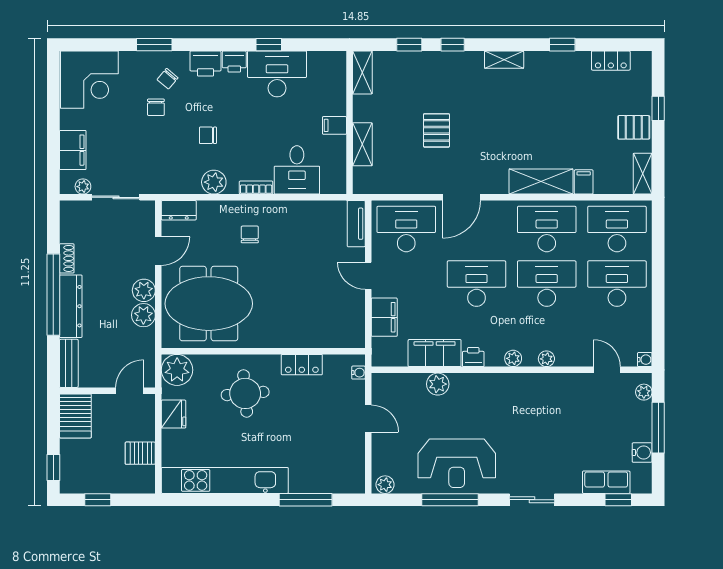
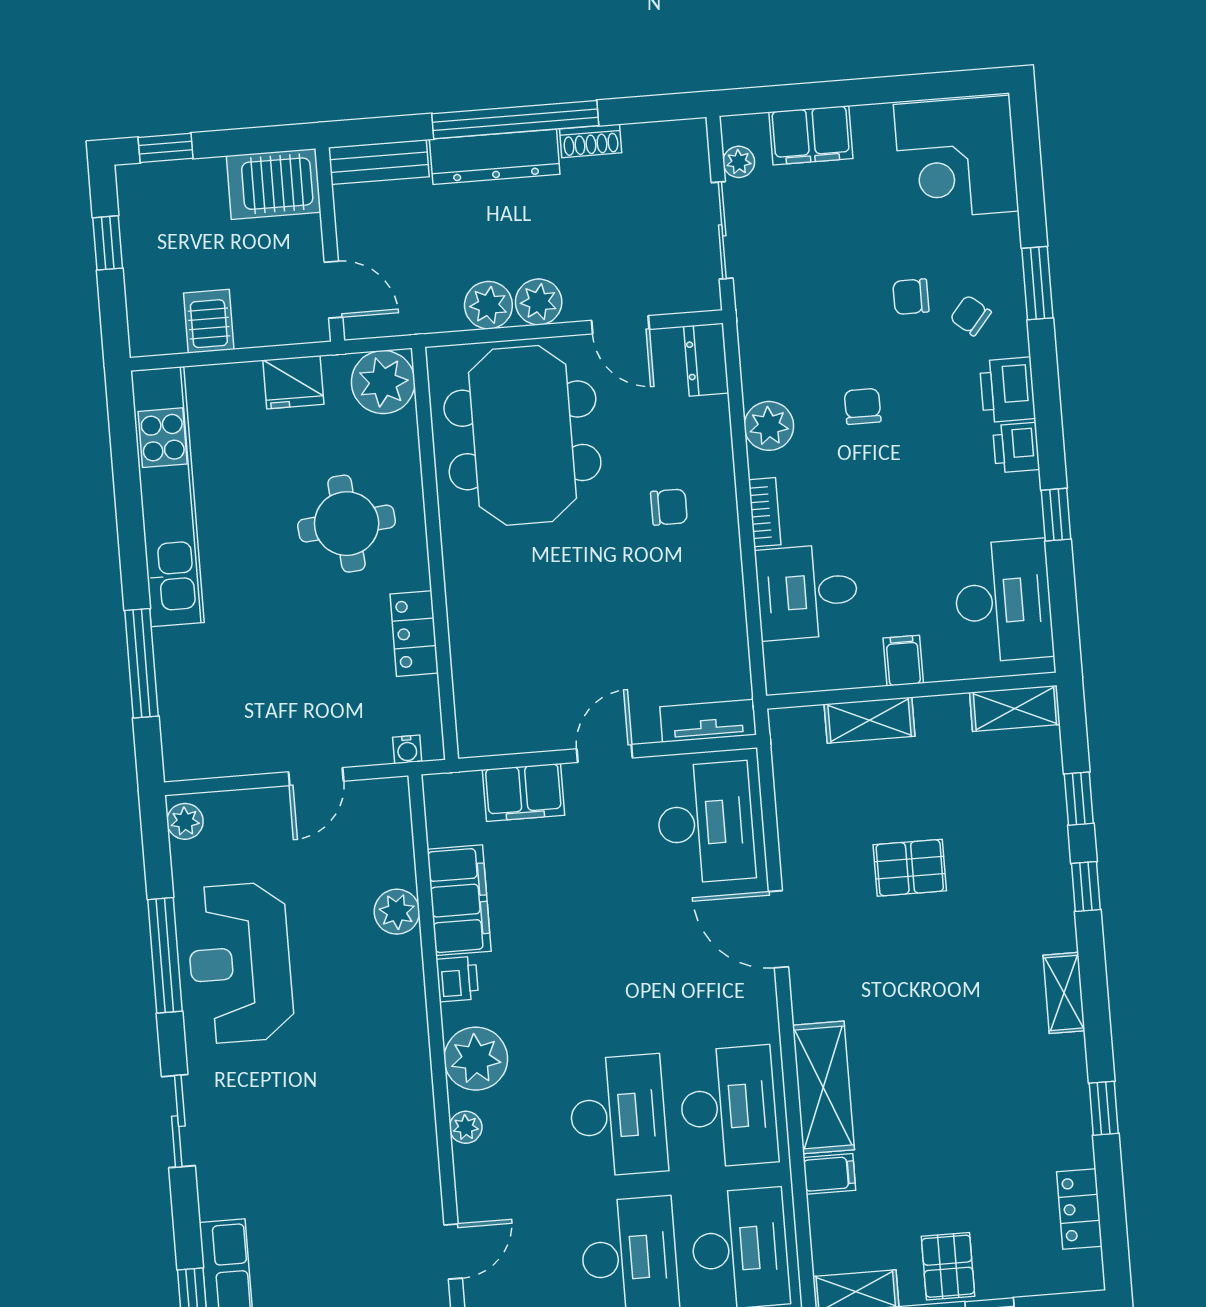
desk: (277, 74) -> (1003, 601), moved
desk: (476, 284) -> (606, 974), removed
plant: (513, 358) -> (476, 1059), width x1.88, depth x1.88

